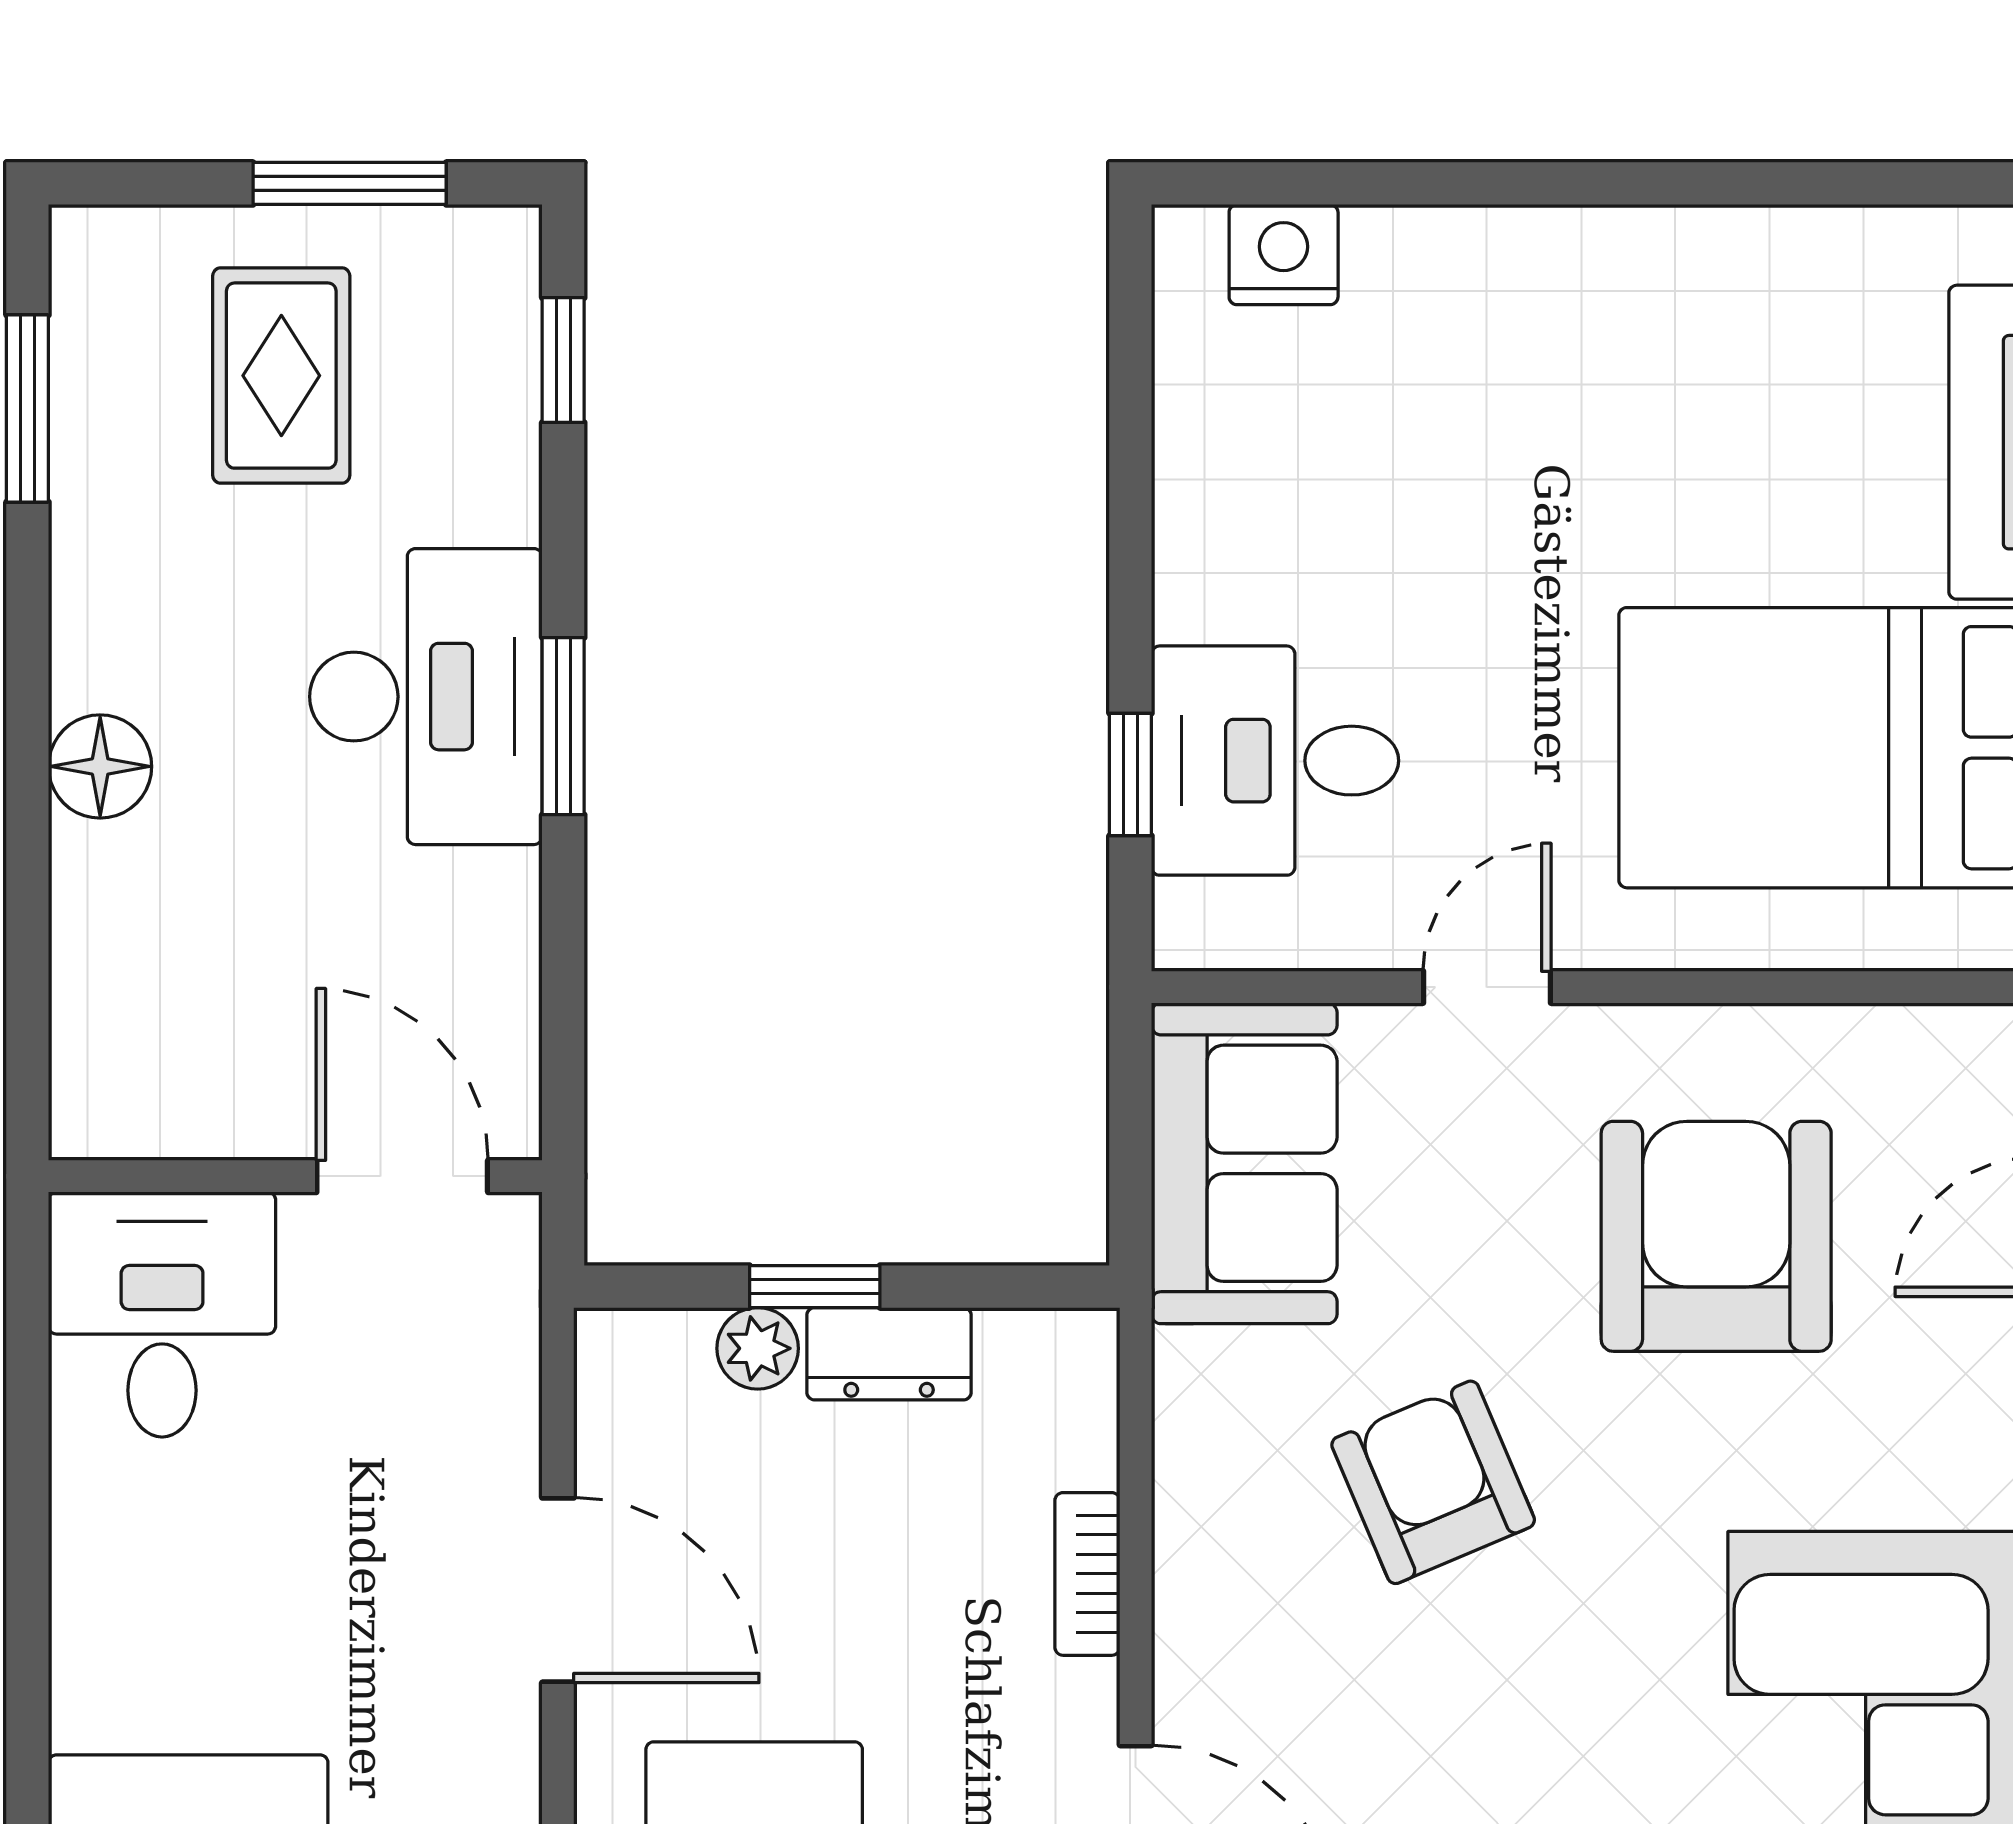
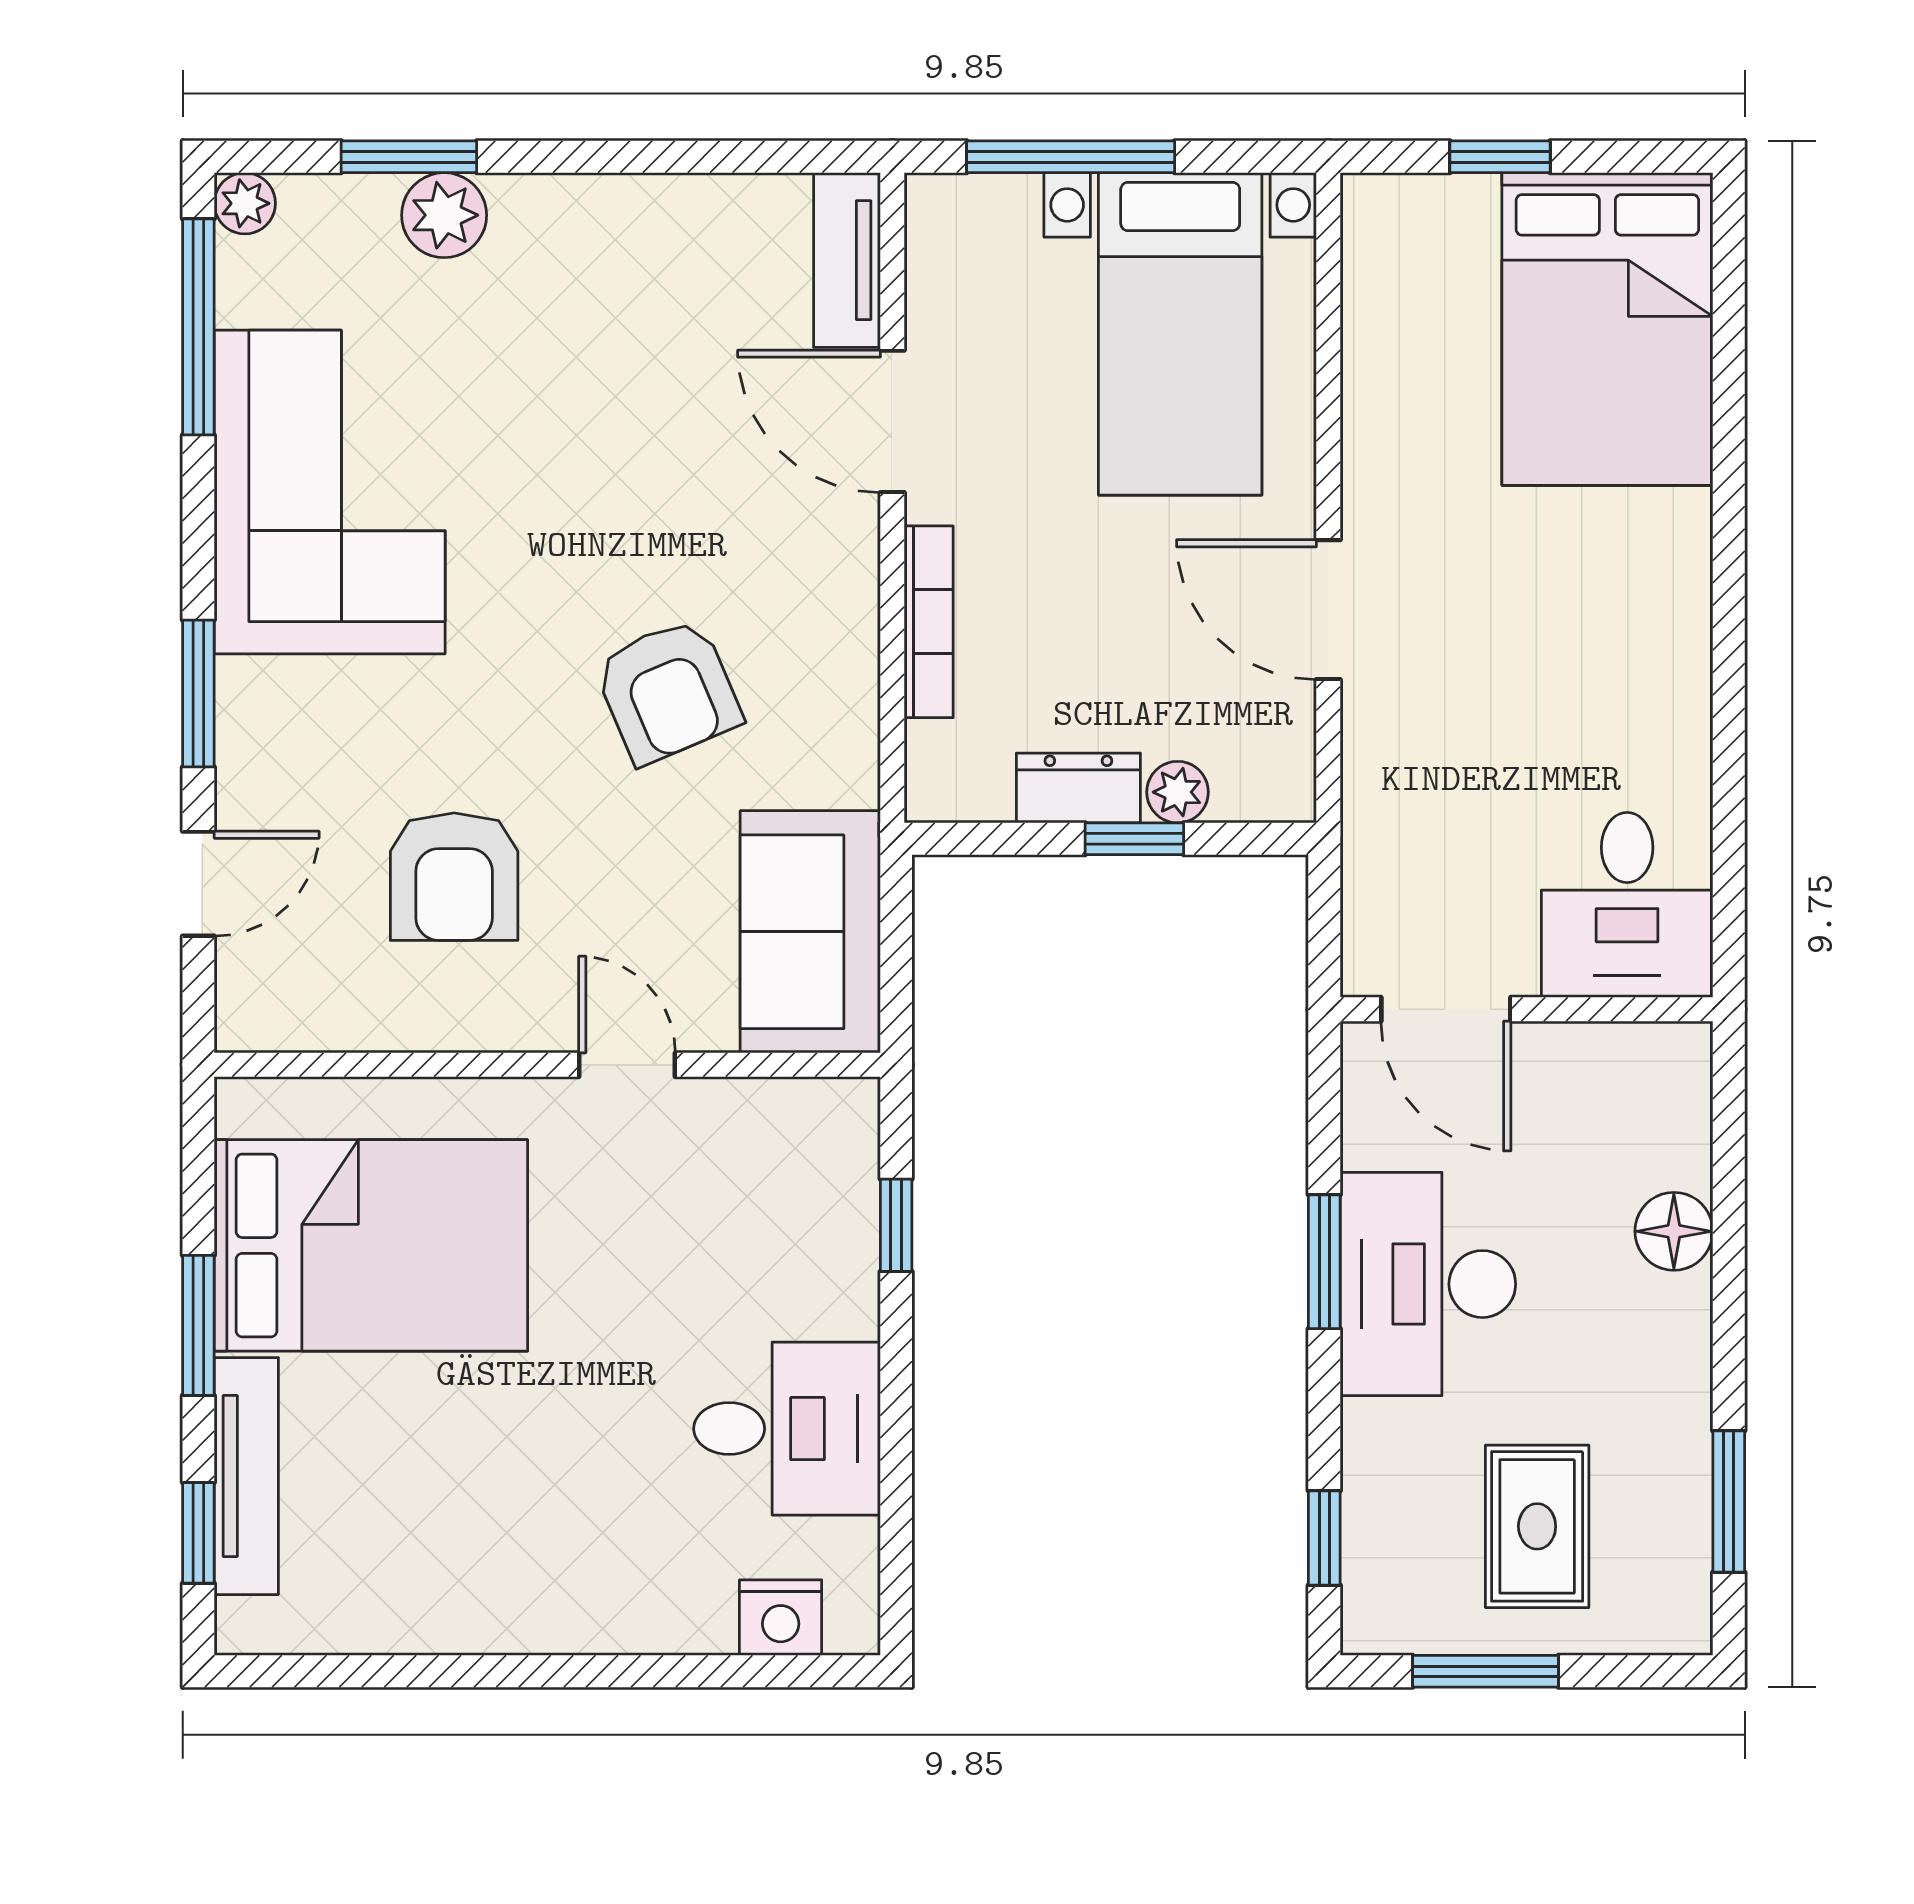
desk: (1275, 761) -> (787, 1429), moved
door: (1487, 987) -> (627, 1065), swing flipped
wall: (295, 1176) -> (1527, 1009), moved
door: (402, 1176) -> (1446, 1009), moved
armchair: (1716, 1236) -> (454, 877), width x0.73, depth x0.73
desk: (162, 1314) -> (1627, 905), moved
bookcase: (1087, 1574) -> (929, 622), width x1.56

